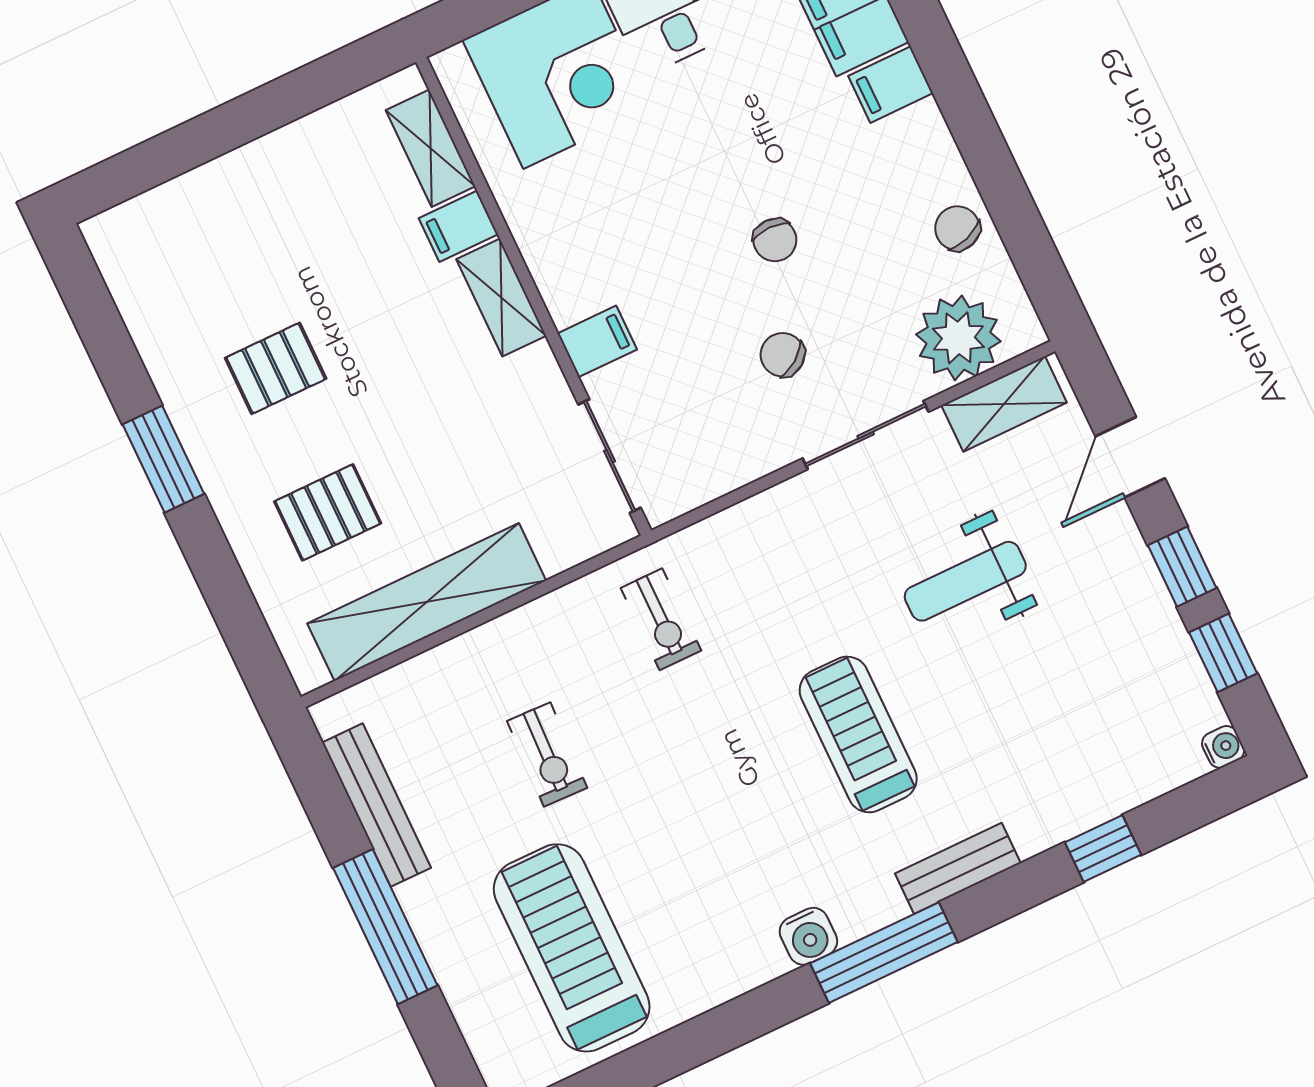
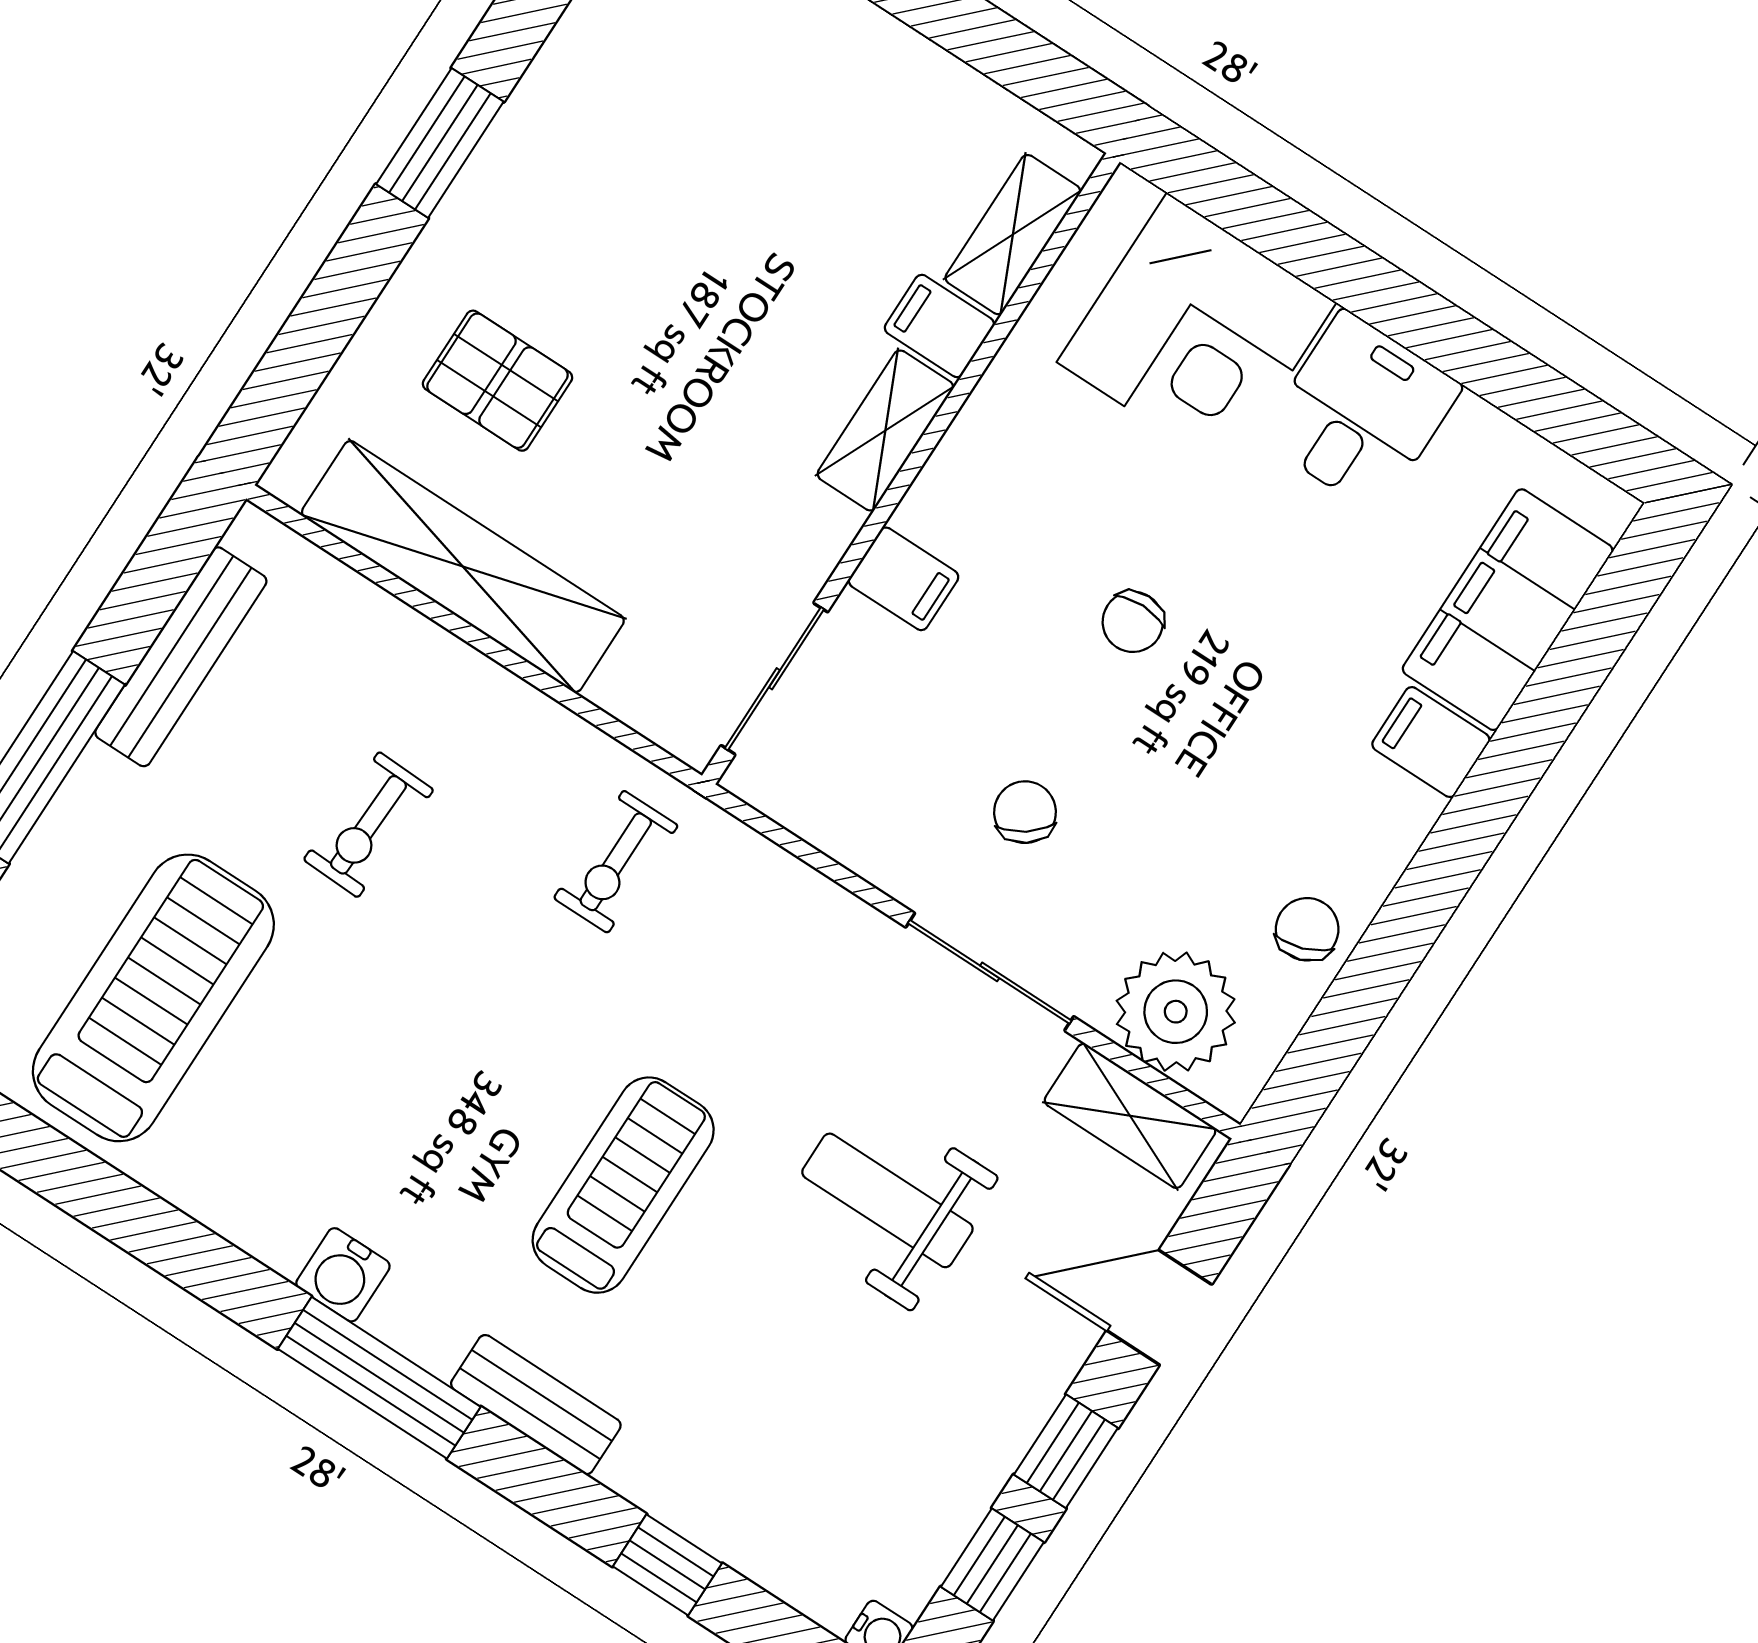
chair: (775, 240) -> (1133, 622), moved
pallet: (276, 368) -> (633, 211), removed

